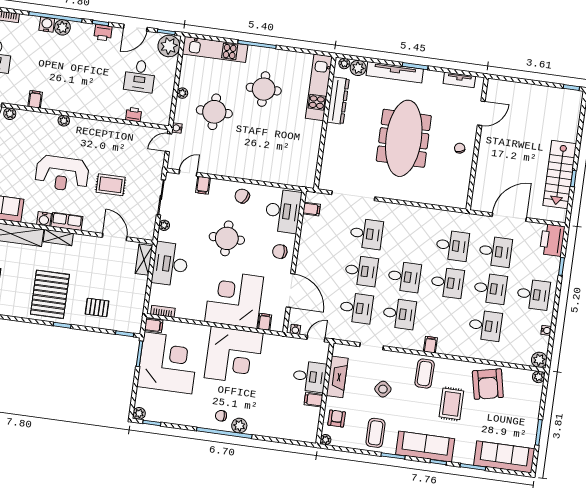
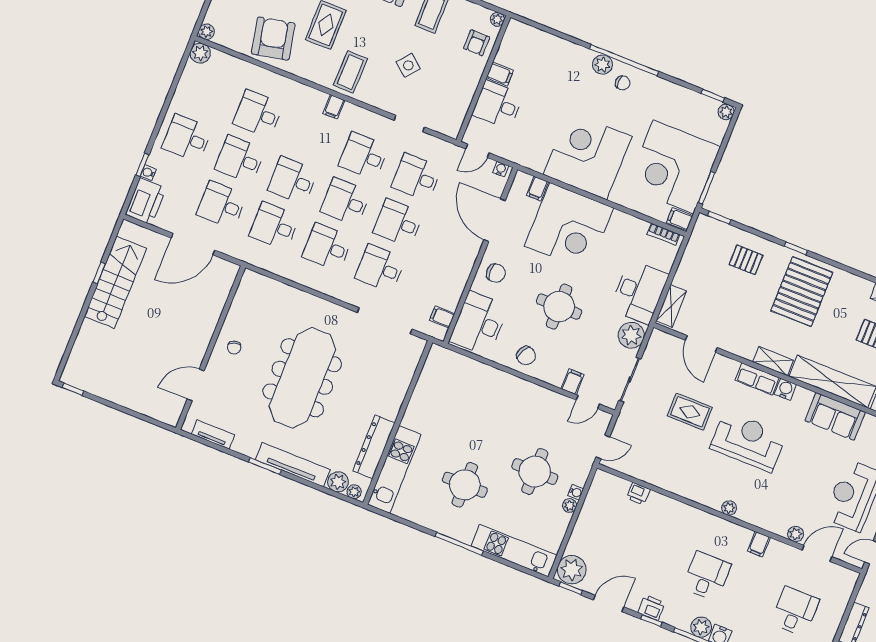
desk: (140, 76) -> (707, 576), moved
water cooler: (177, 128) -> (576, 492), moved
plant: (164, 225) -> (631, 335), width x1.87, depth x1.87
desk: (409, 240) -> (327, 247), added
water cooler: (546, 330) -> (148, 173), moved
fireplace: (337, 377) -> (463, 95), removed

